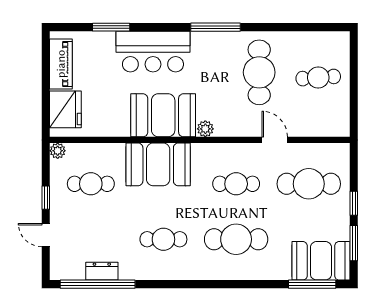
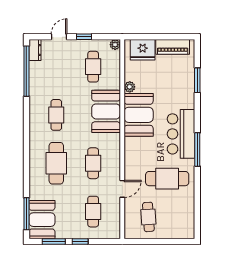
bar counter: (153, 52) -> (181, 134), moved
cafe table: (318, 78) -> (148, 217), moved
plant: (205, 129) -> (130, 87), moved
cafe table: (309, 184) -> (93, 212), width x0.73, depth x0.74
dresser: (102, 271) -> (35, 50), moved

